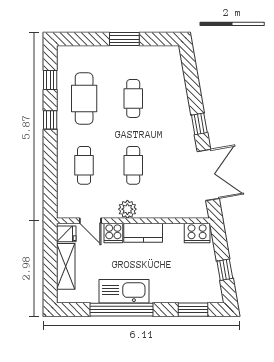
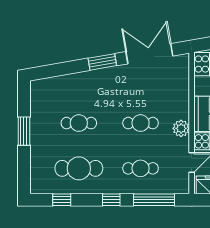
window: (50, 120) -> (111, 200), moved
window: (199, 124) -> (102, 62), width x1.50
window: (50, 180) -> (154, 200), added

